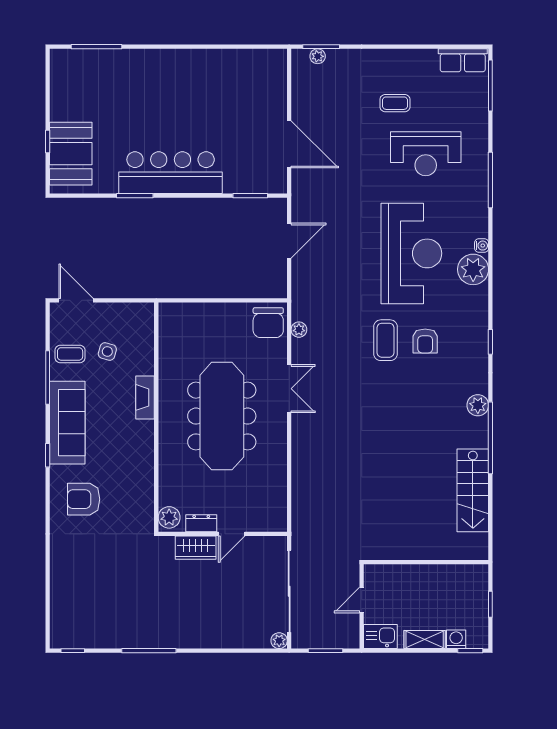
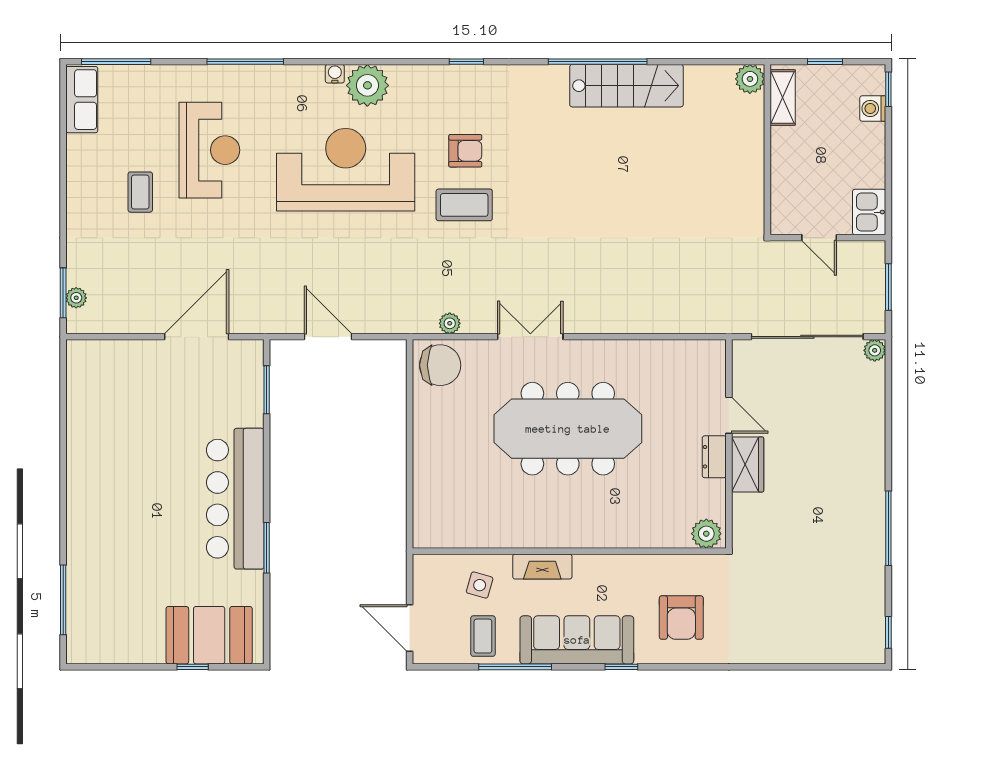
door: (76, 300) -> (410, 628), hinge flipped
fireplace: (145, 397) -> (542, 567), moved
plant: (478, 405) -> (750, 79), moved
wall: (156, 417) -> (569, 551), moved
stairs: (473, 490) -> (626, 86), moved
plant: (169, 517) -> (706, 534), moved
shelving: (425, 639) -> (783, 97), moved

